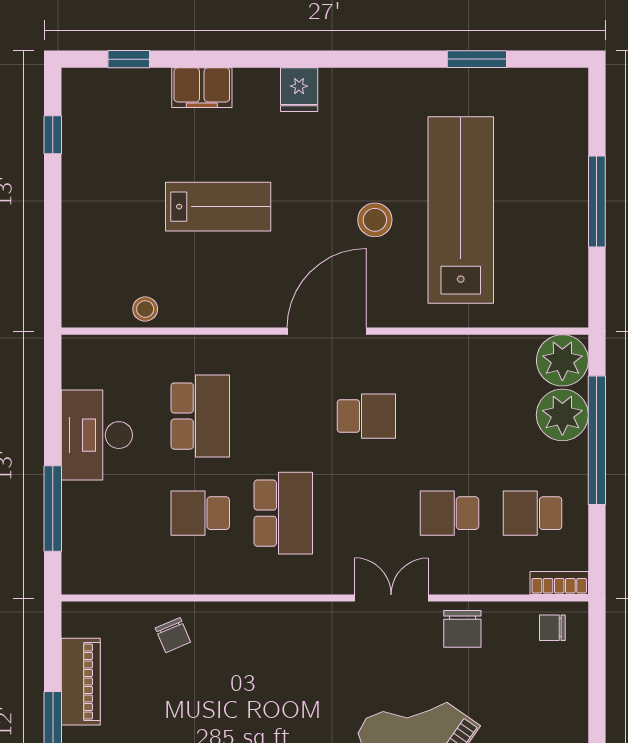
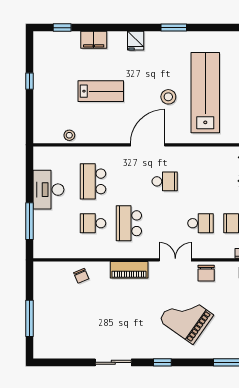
window: (477, 59) -> (174, 28), moved
window: (53, 135) -> (30, 81), moved
school desk: (200, 416) -> (93, 181), turned 180
school desk: (283, 513) -> (129, 223), turned 180
school desk: (449, 513) -> (200, 223), turned 180
piano: (81, 682) -> (129, 270), moved, turned 90

